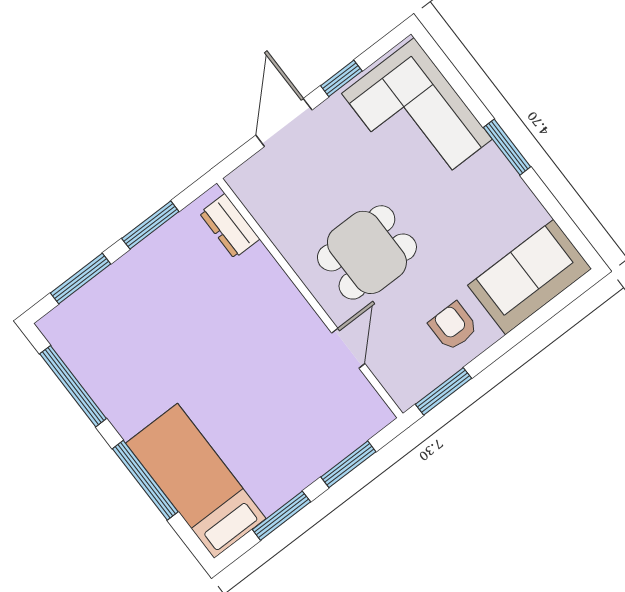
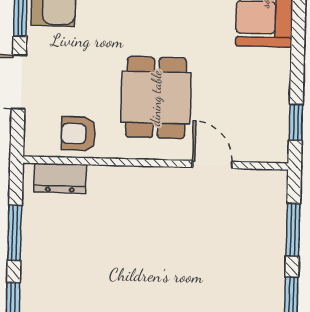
armchair: (453, 326) -> (78, 134), moved
window: (443, 391) -> (296, 123), width x0.67

